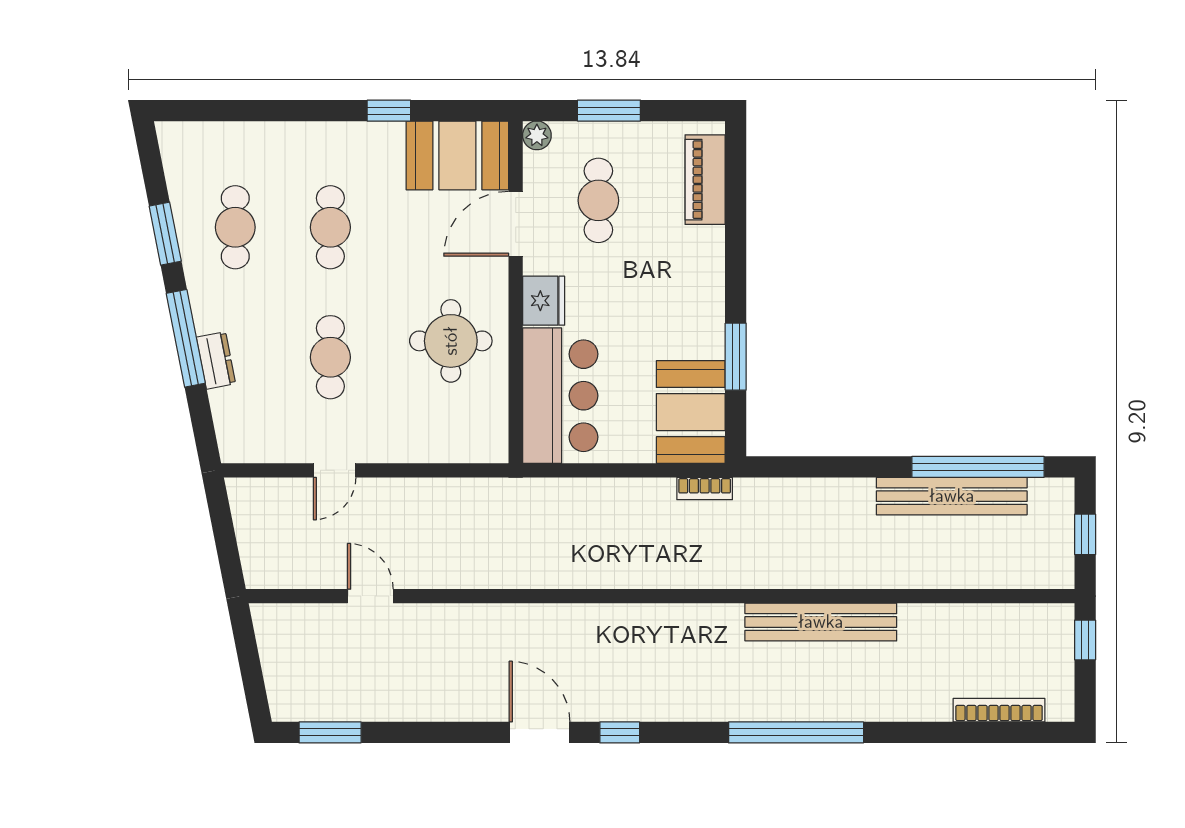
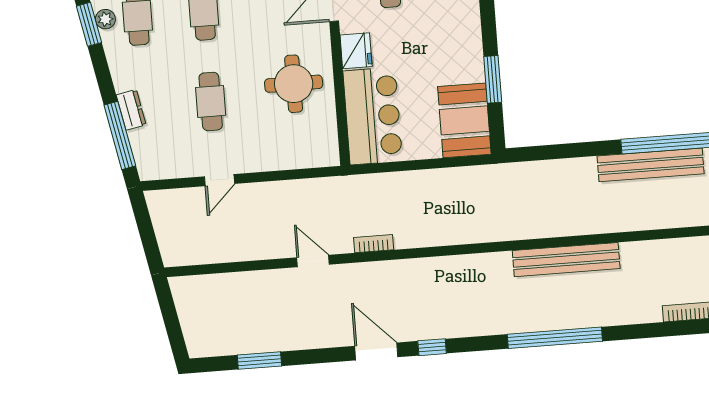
plant: (189, 228) -> (105, 19), added
window: (186, 338) -> (120, 135), moved
bookcase: (705, 489) -> (374, 244), moved, turned 180
door: (370, 596) -> (313, 261), moved
window: (330, 732) -> (259, 360), moved

